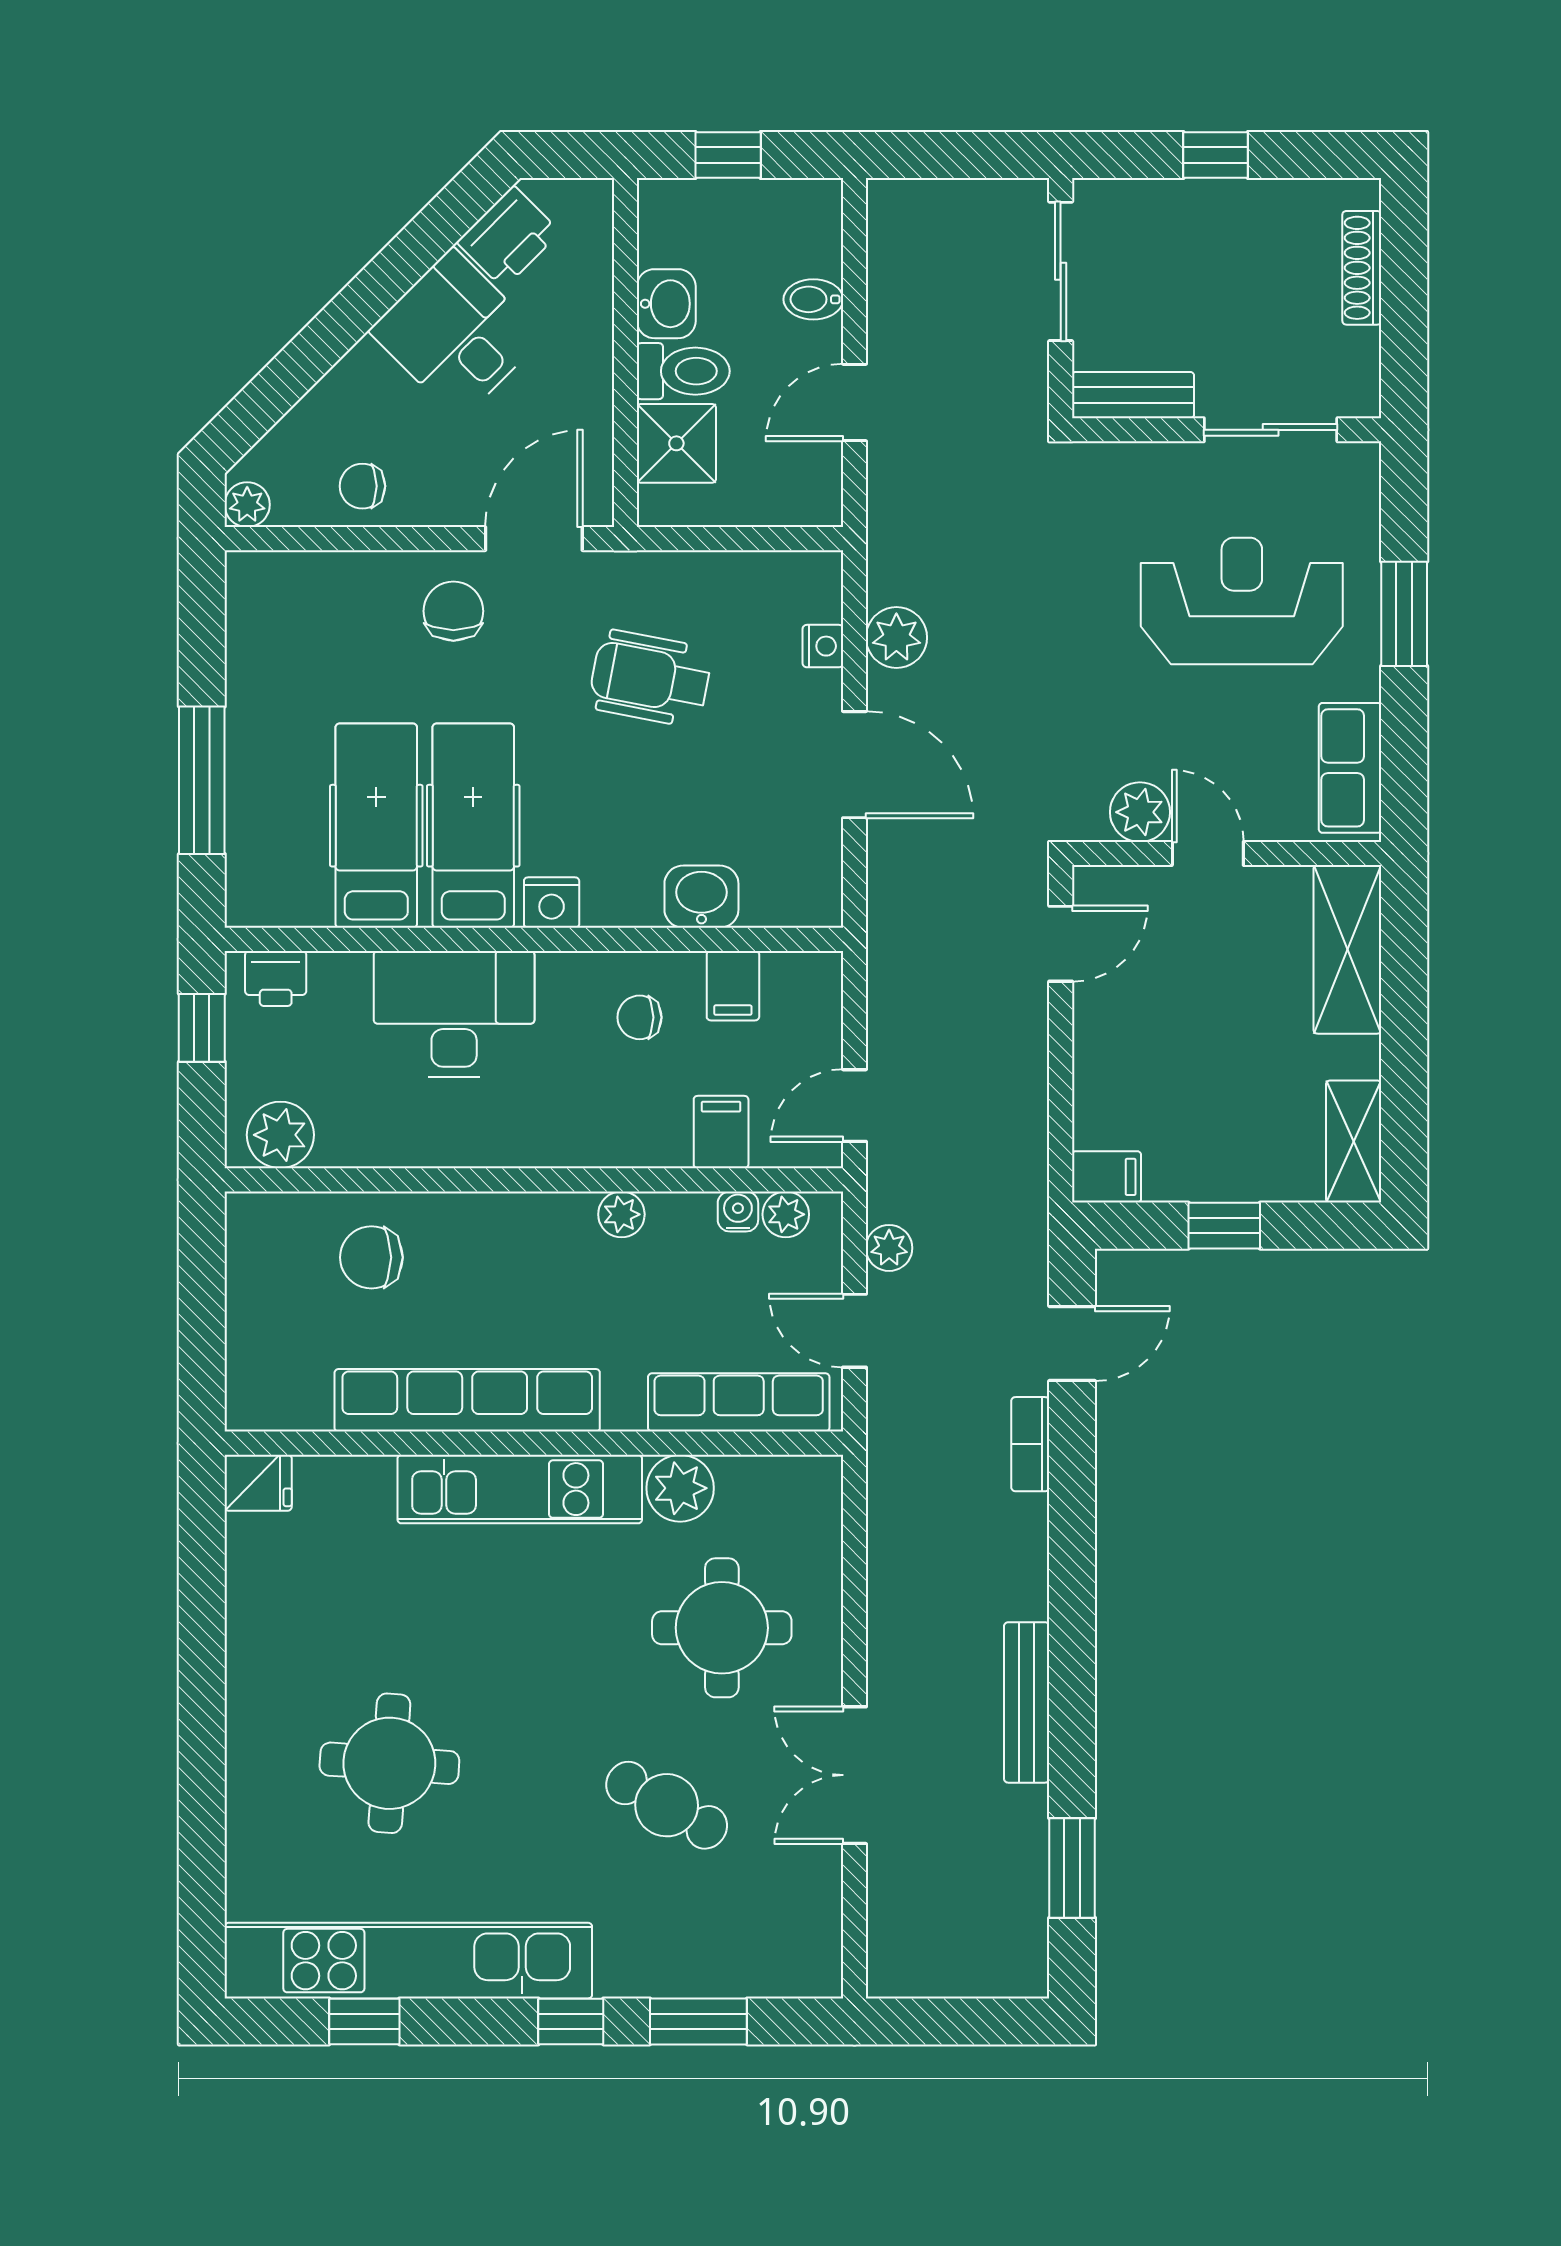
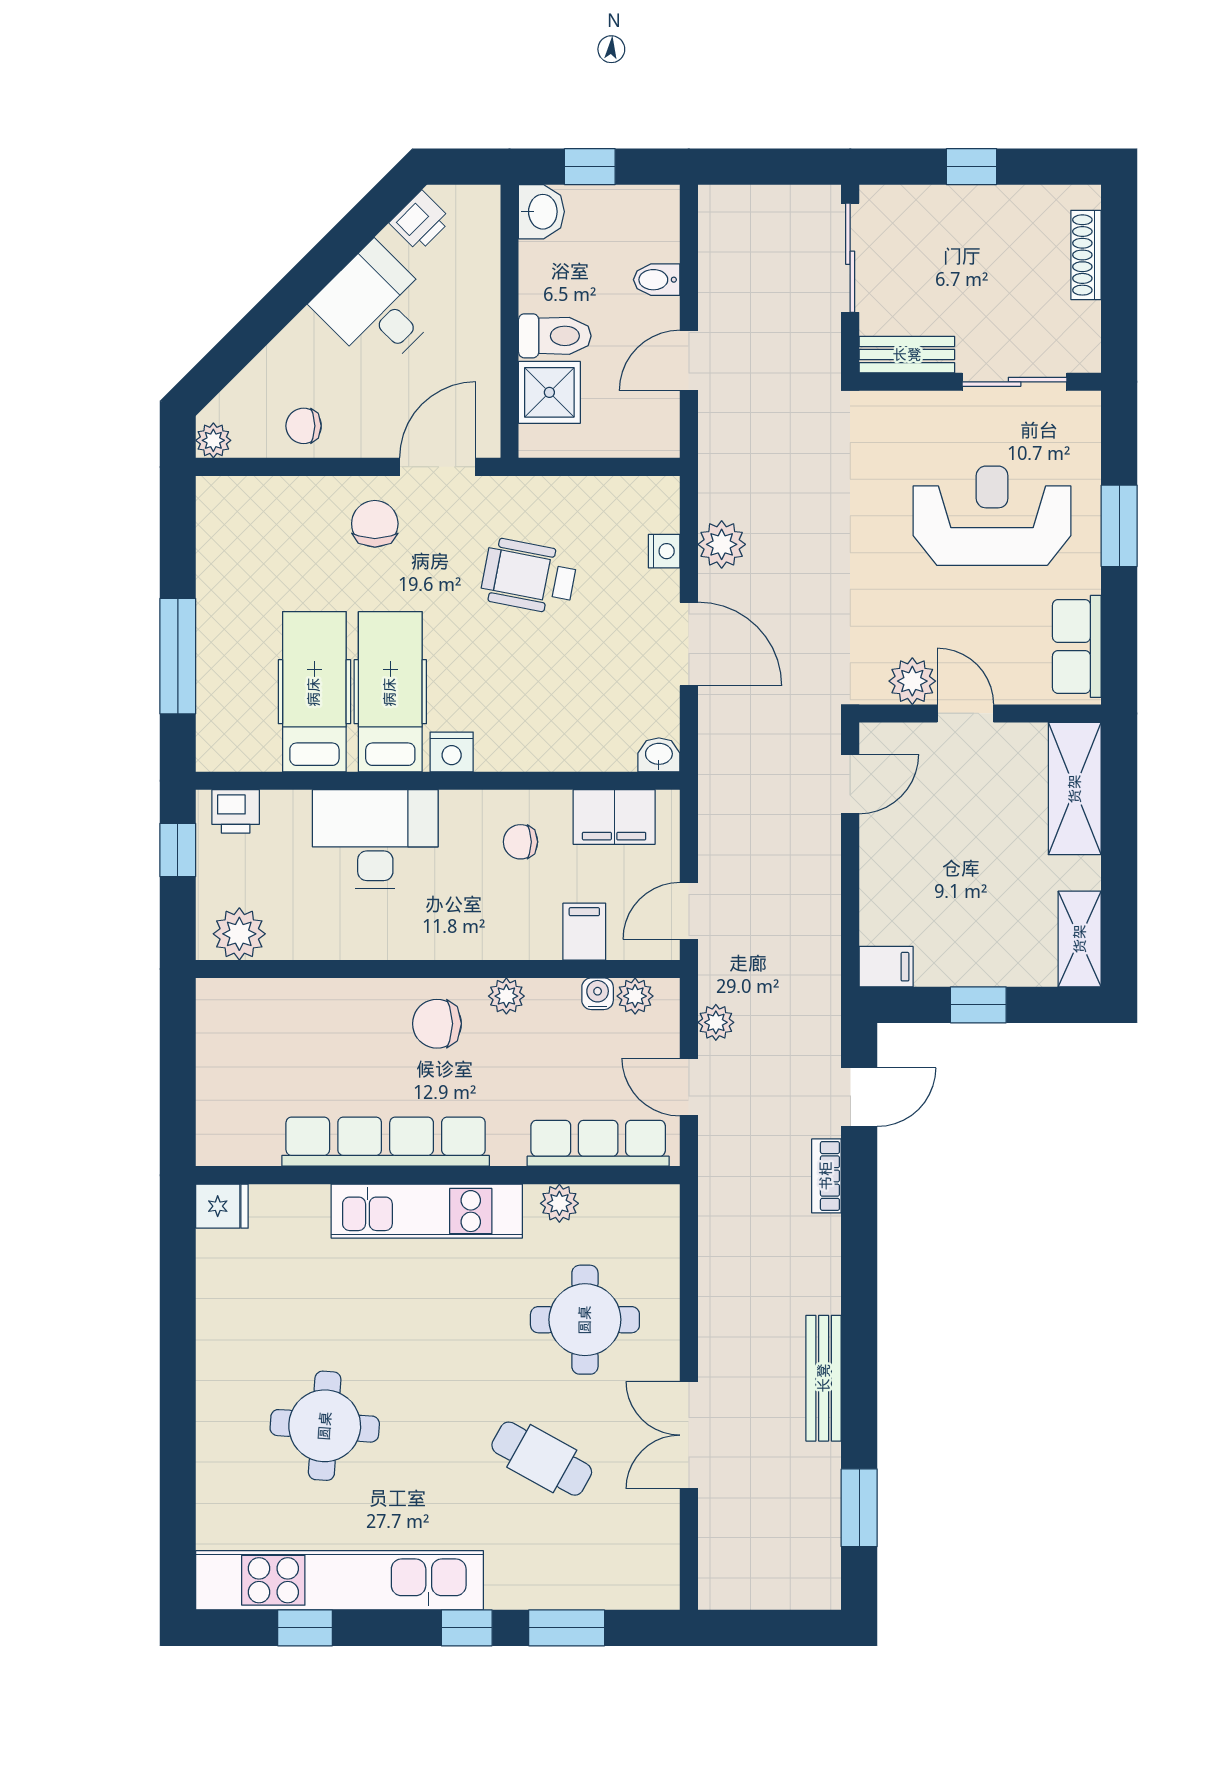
printer: (508, 237) -> (420, 221), width x0.73, depth x0.81
washbasin: (666, 304) -> (541, 212), moved
washbasin: (701, 897) -> (659, 755), moved, width x0.72, depth x0.69
filing cabinet: (733, 986) -> (614, 817), width x2.00
chair: (371, 1257) -> (437, 1024), moved
plant: (680, 1488) -> (559, 1203), width x0.73, depth x0.73

